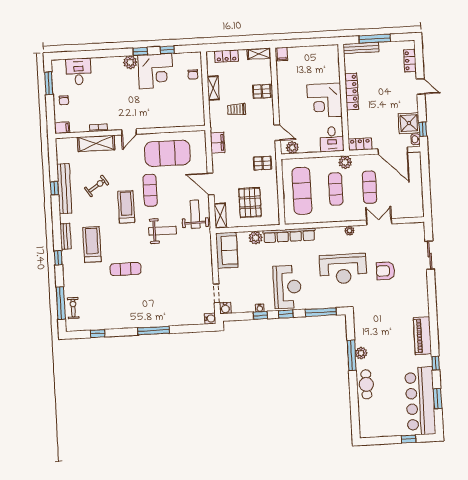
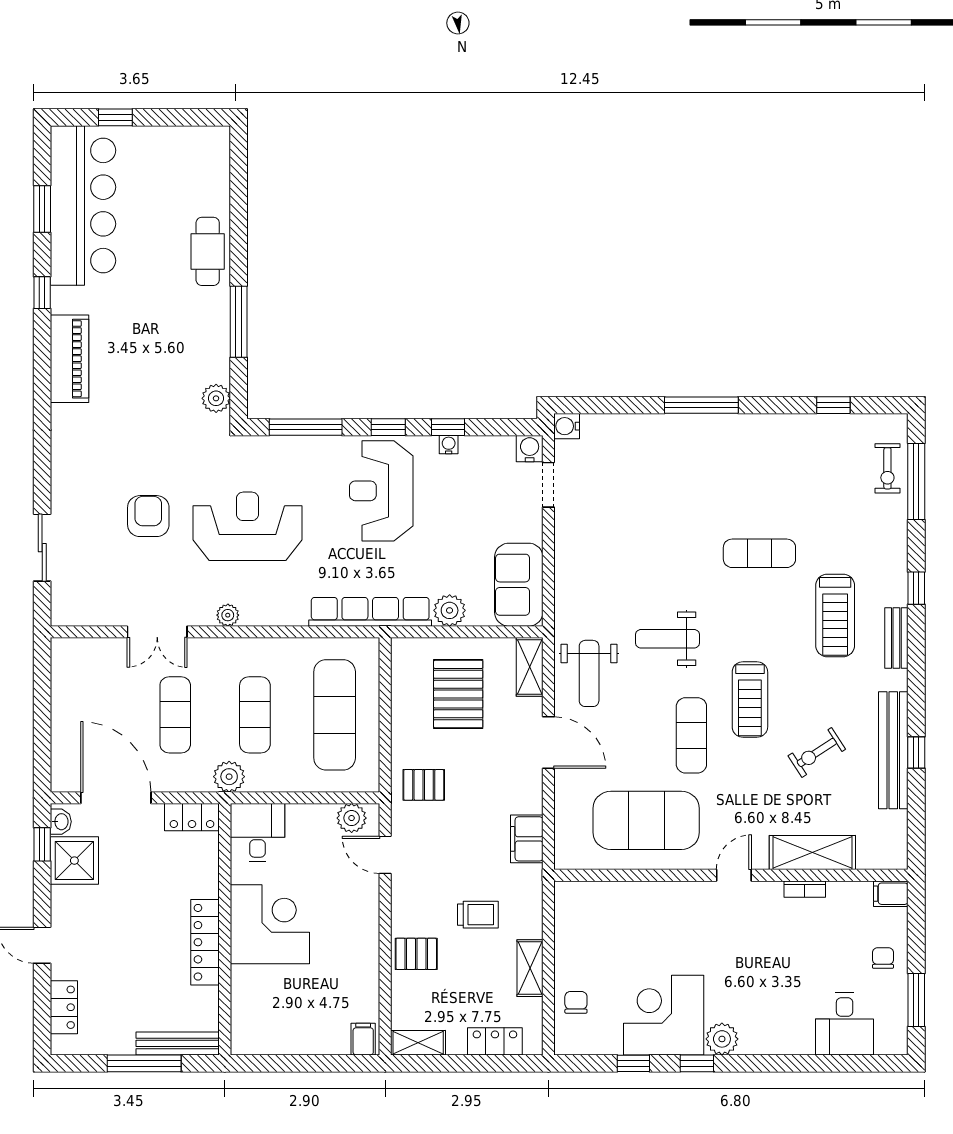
armchair: (385, 271) -> (148, 516), turned -90
plant: (361, 353) -> (216, 398), moved

